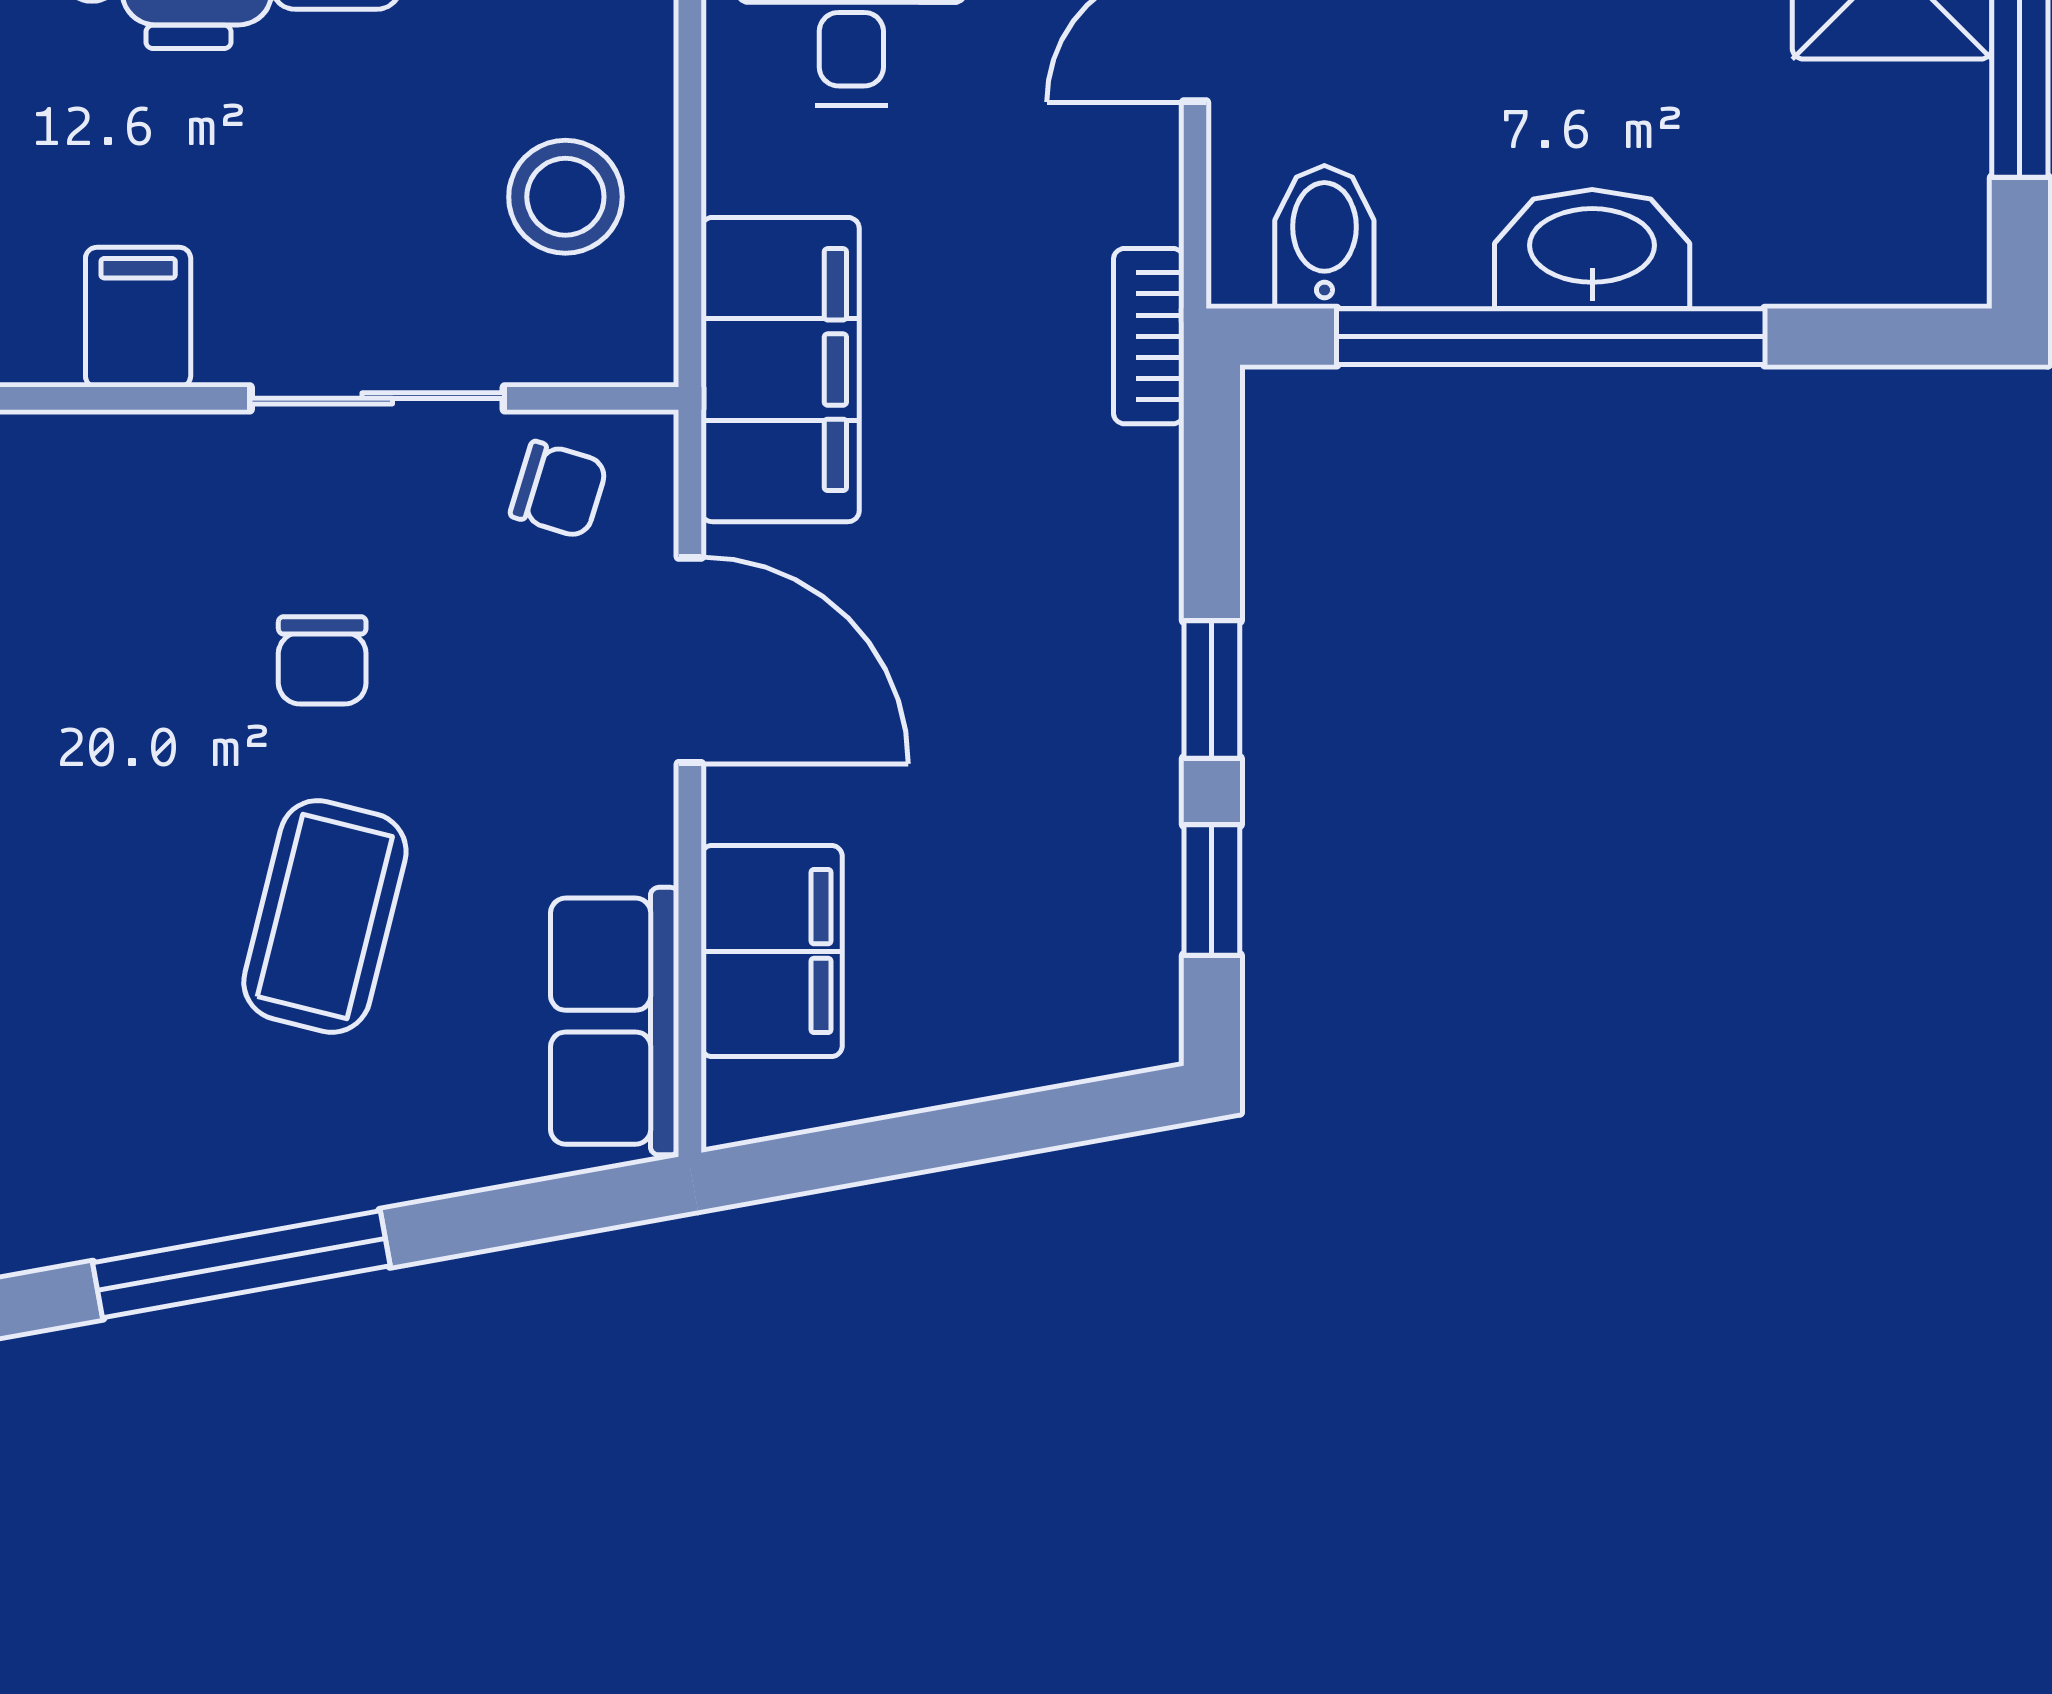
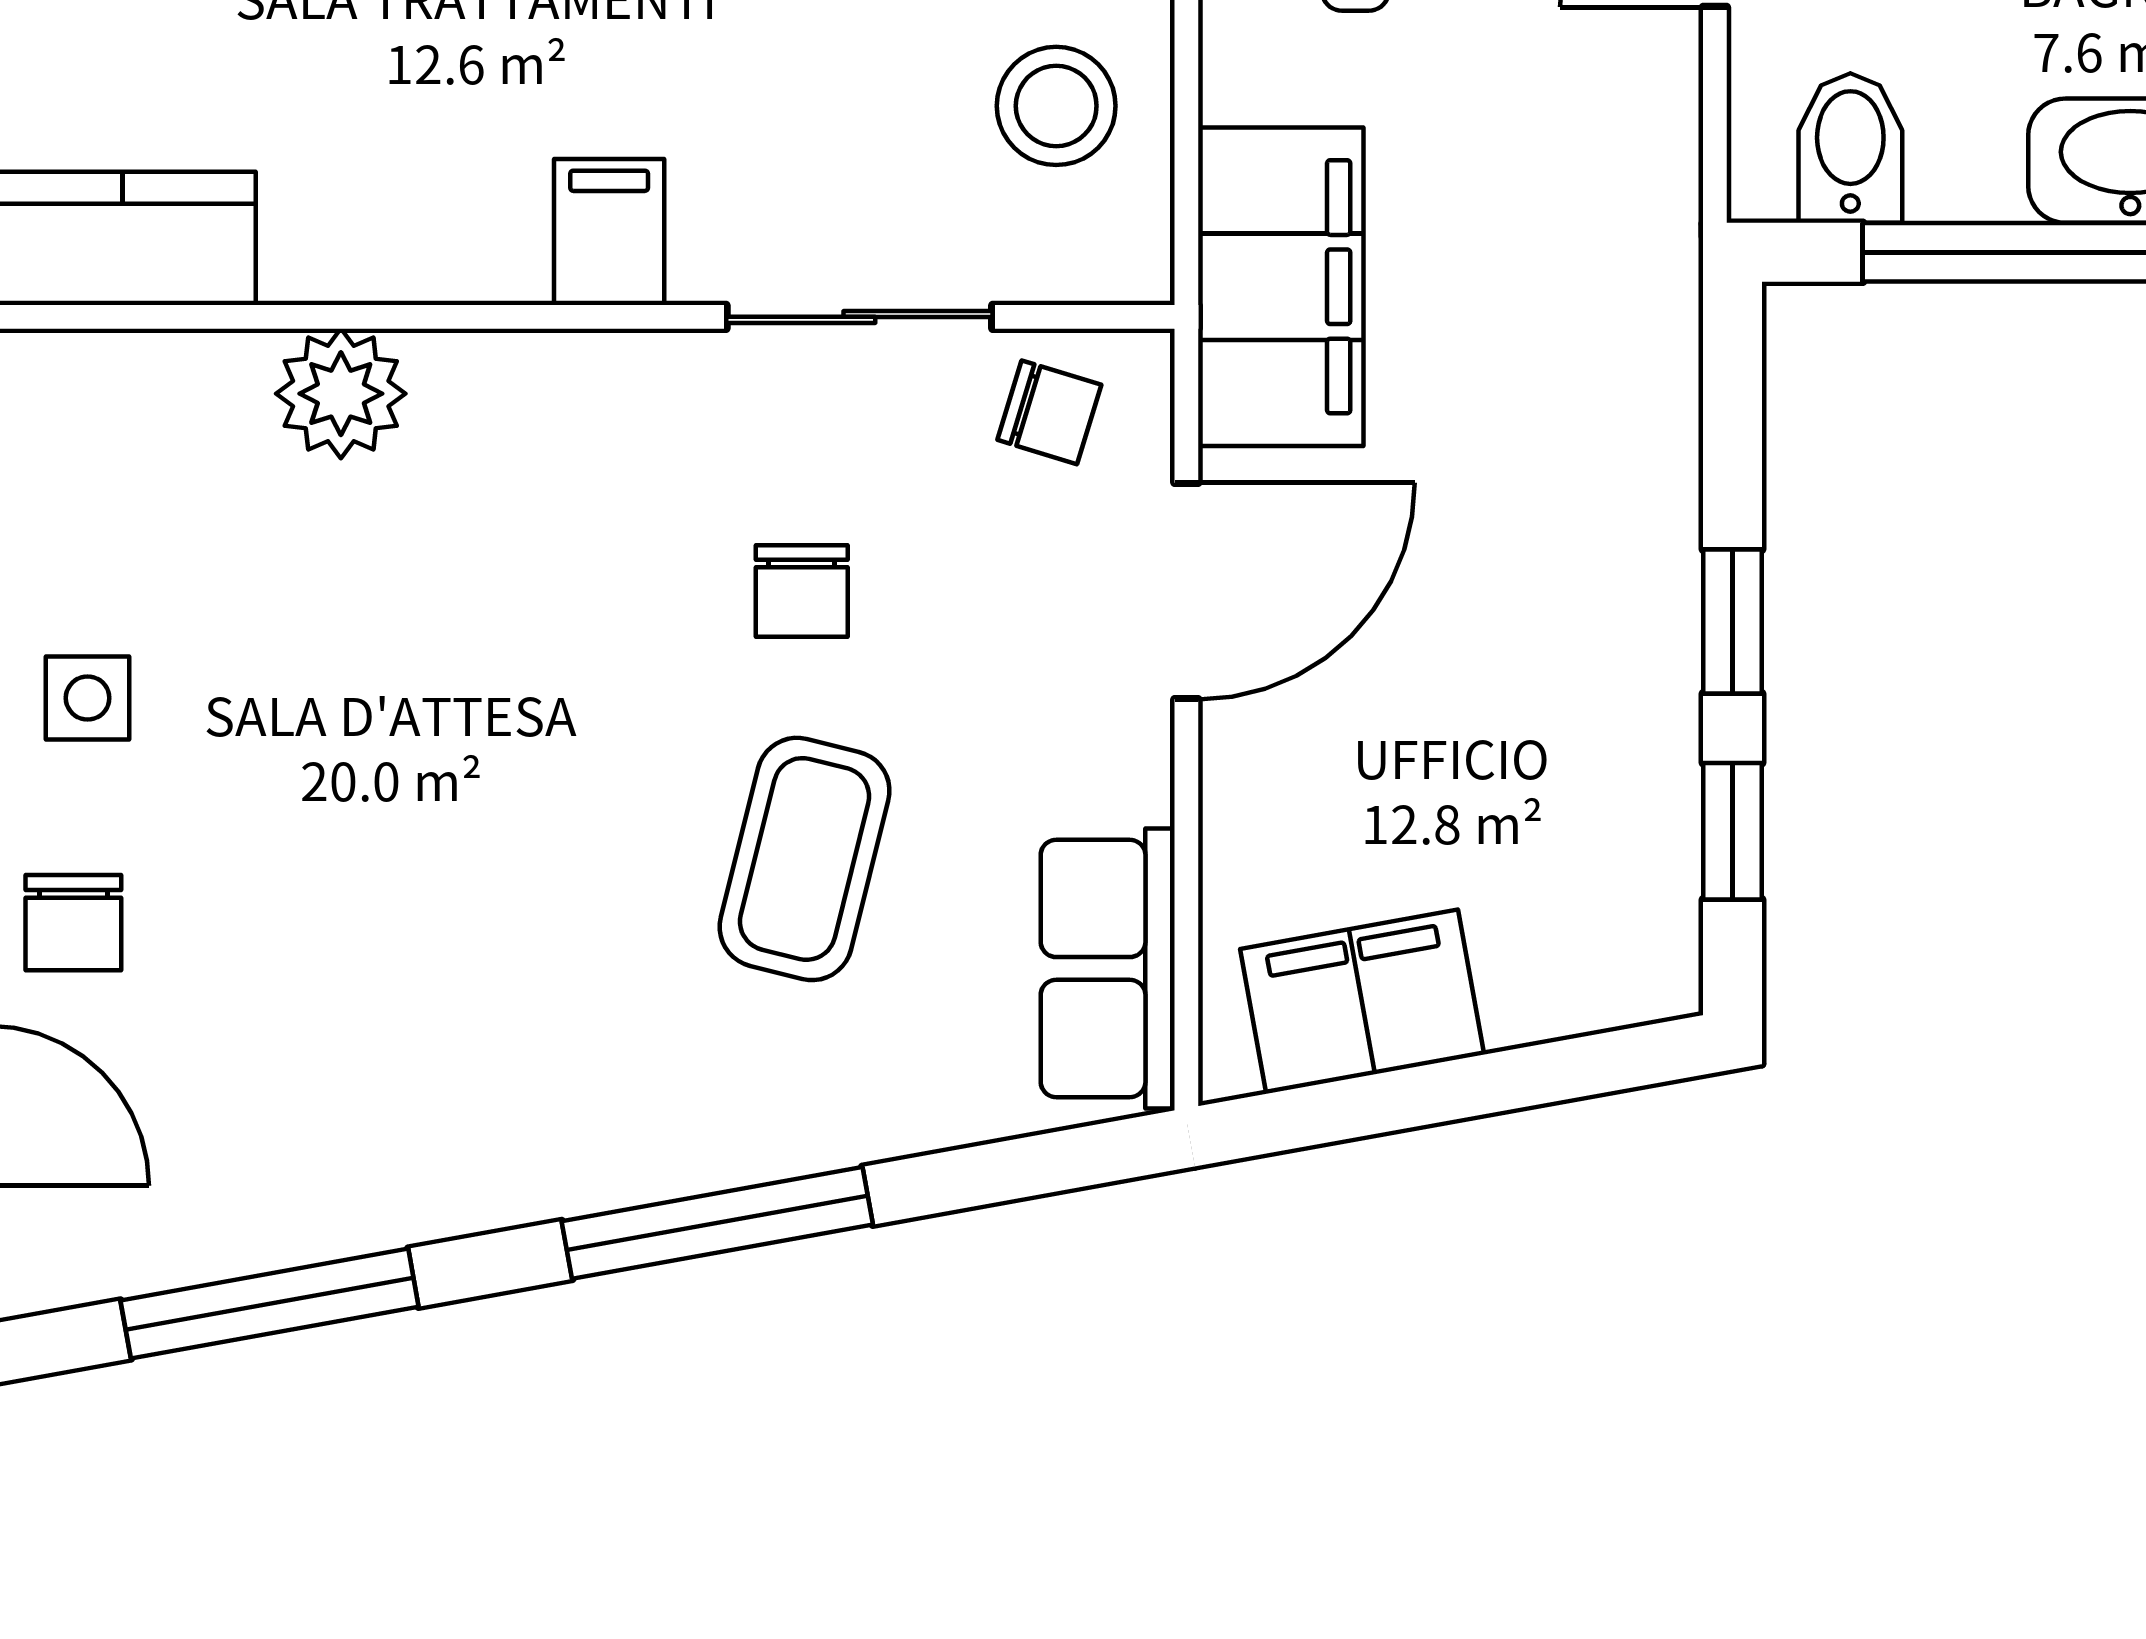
bookcase: (1149, 336) -> (1666, 252), removed
door: (690, 660) -> (1186, 591), hinge flipped
filing cabinet: (772, 951) -> (1362, 1002), moved, turned -100

